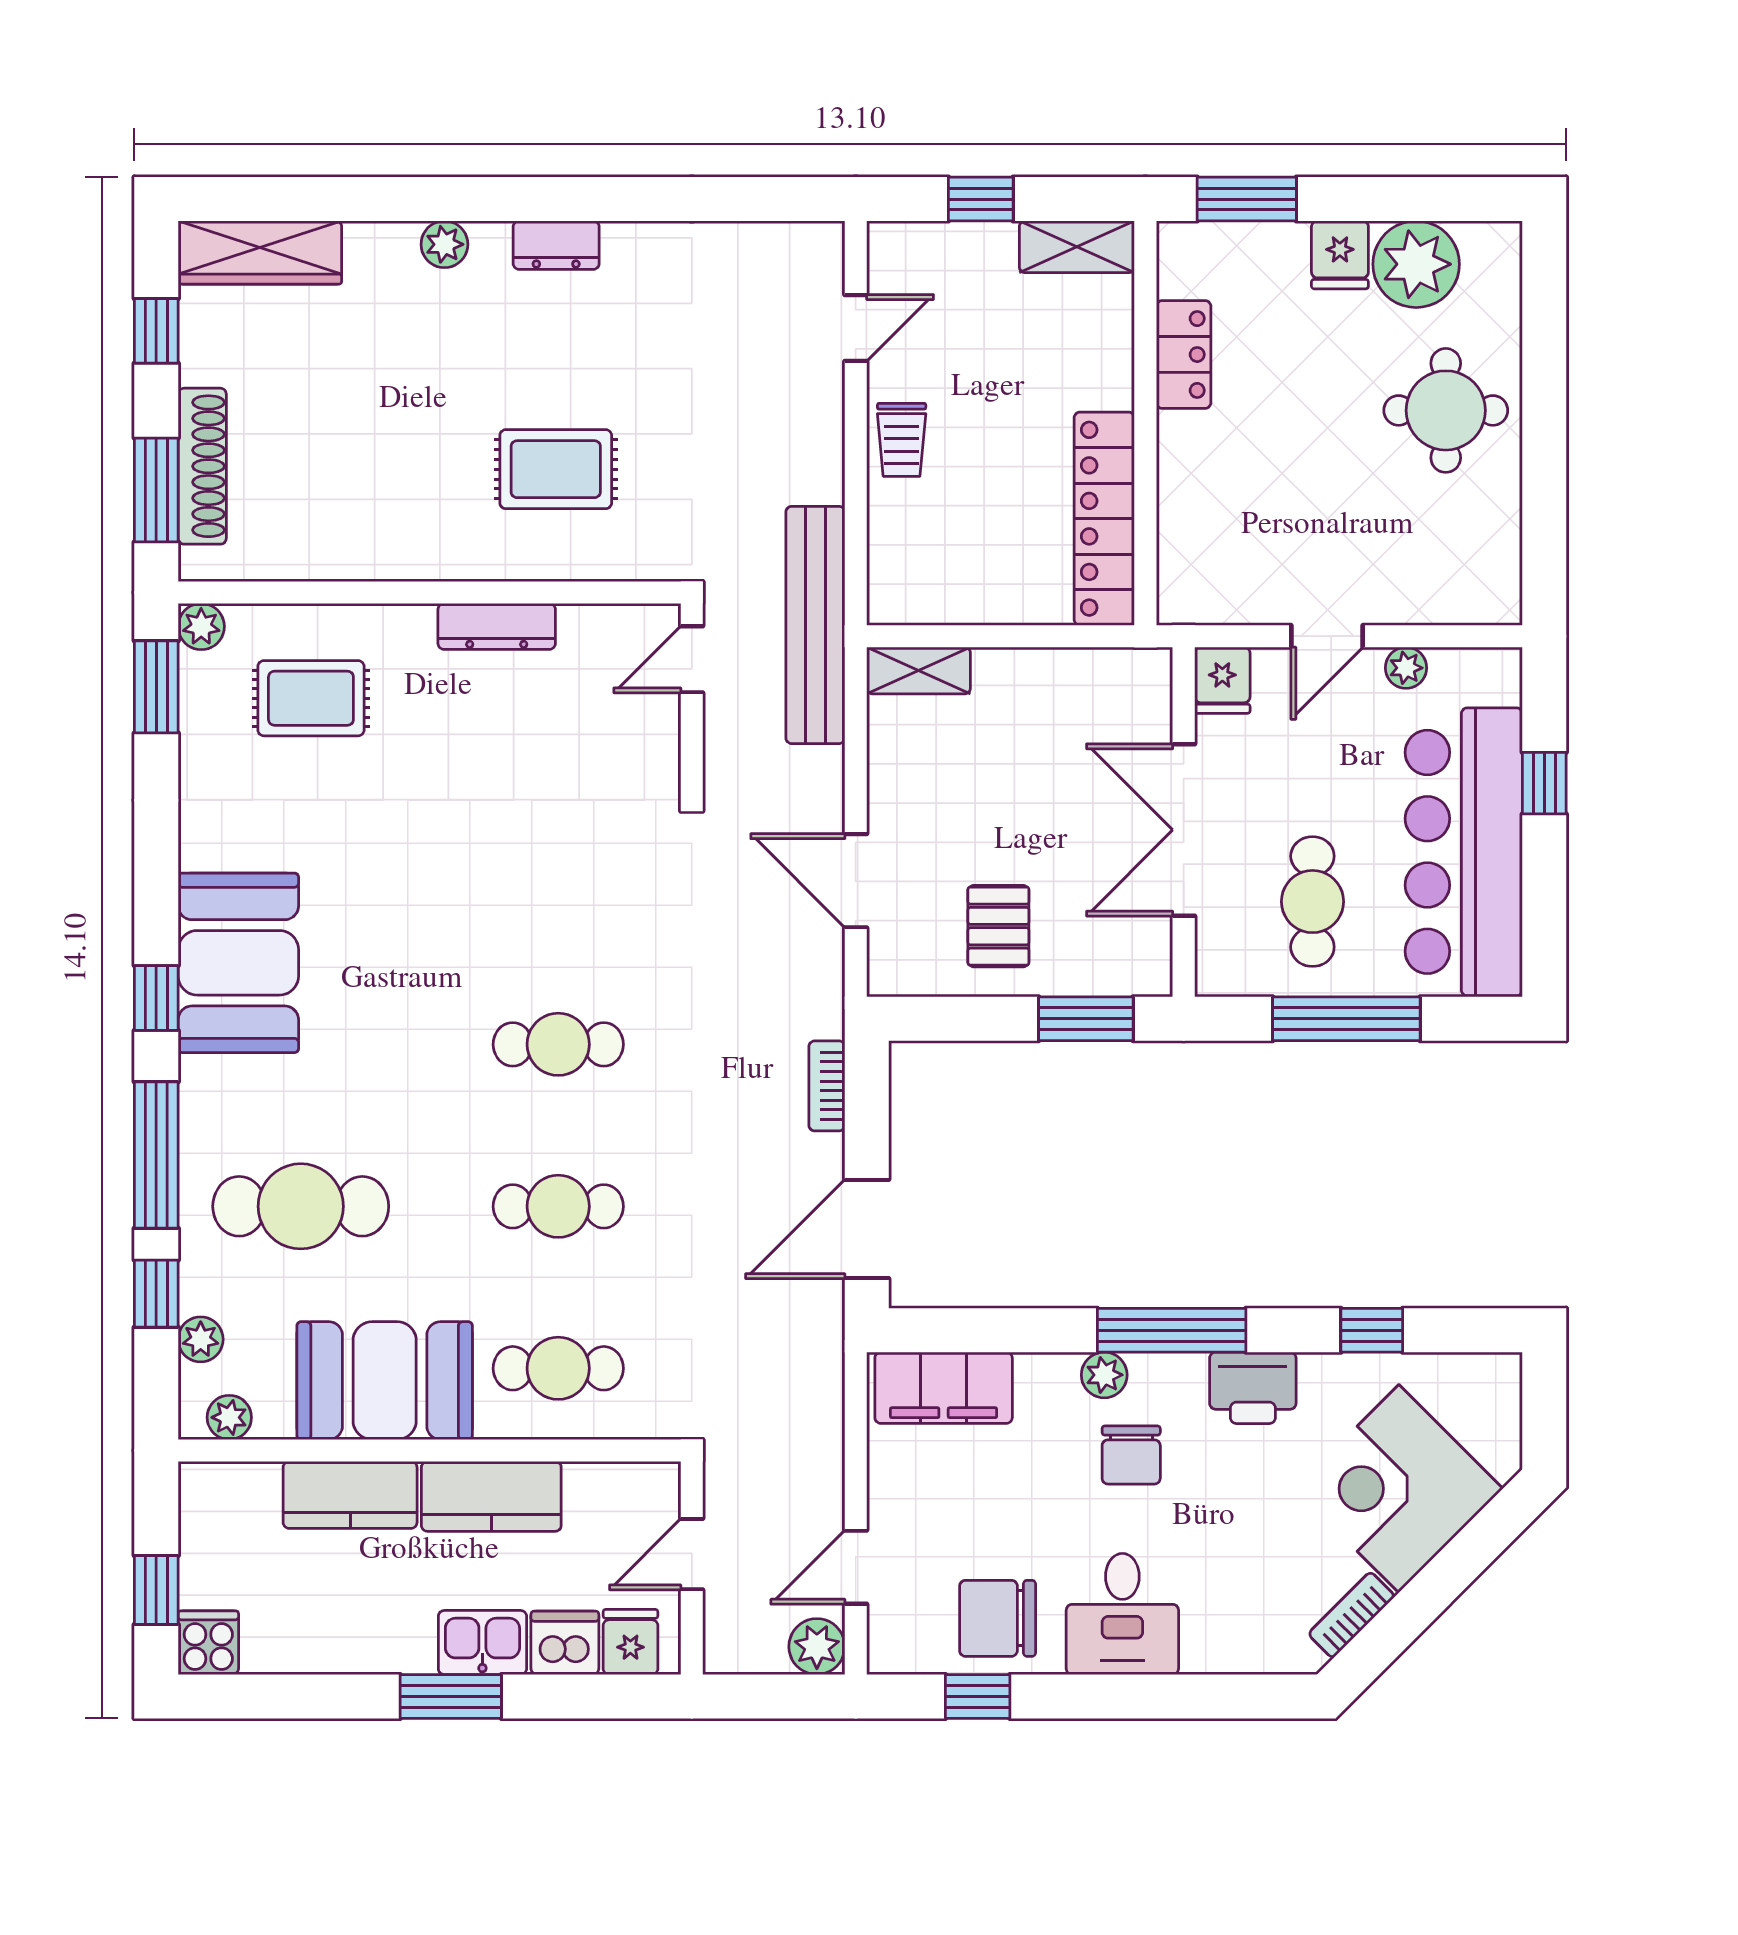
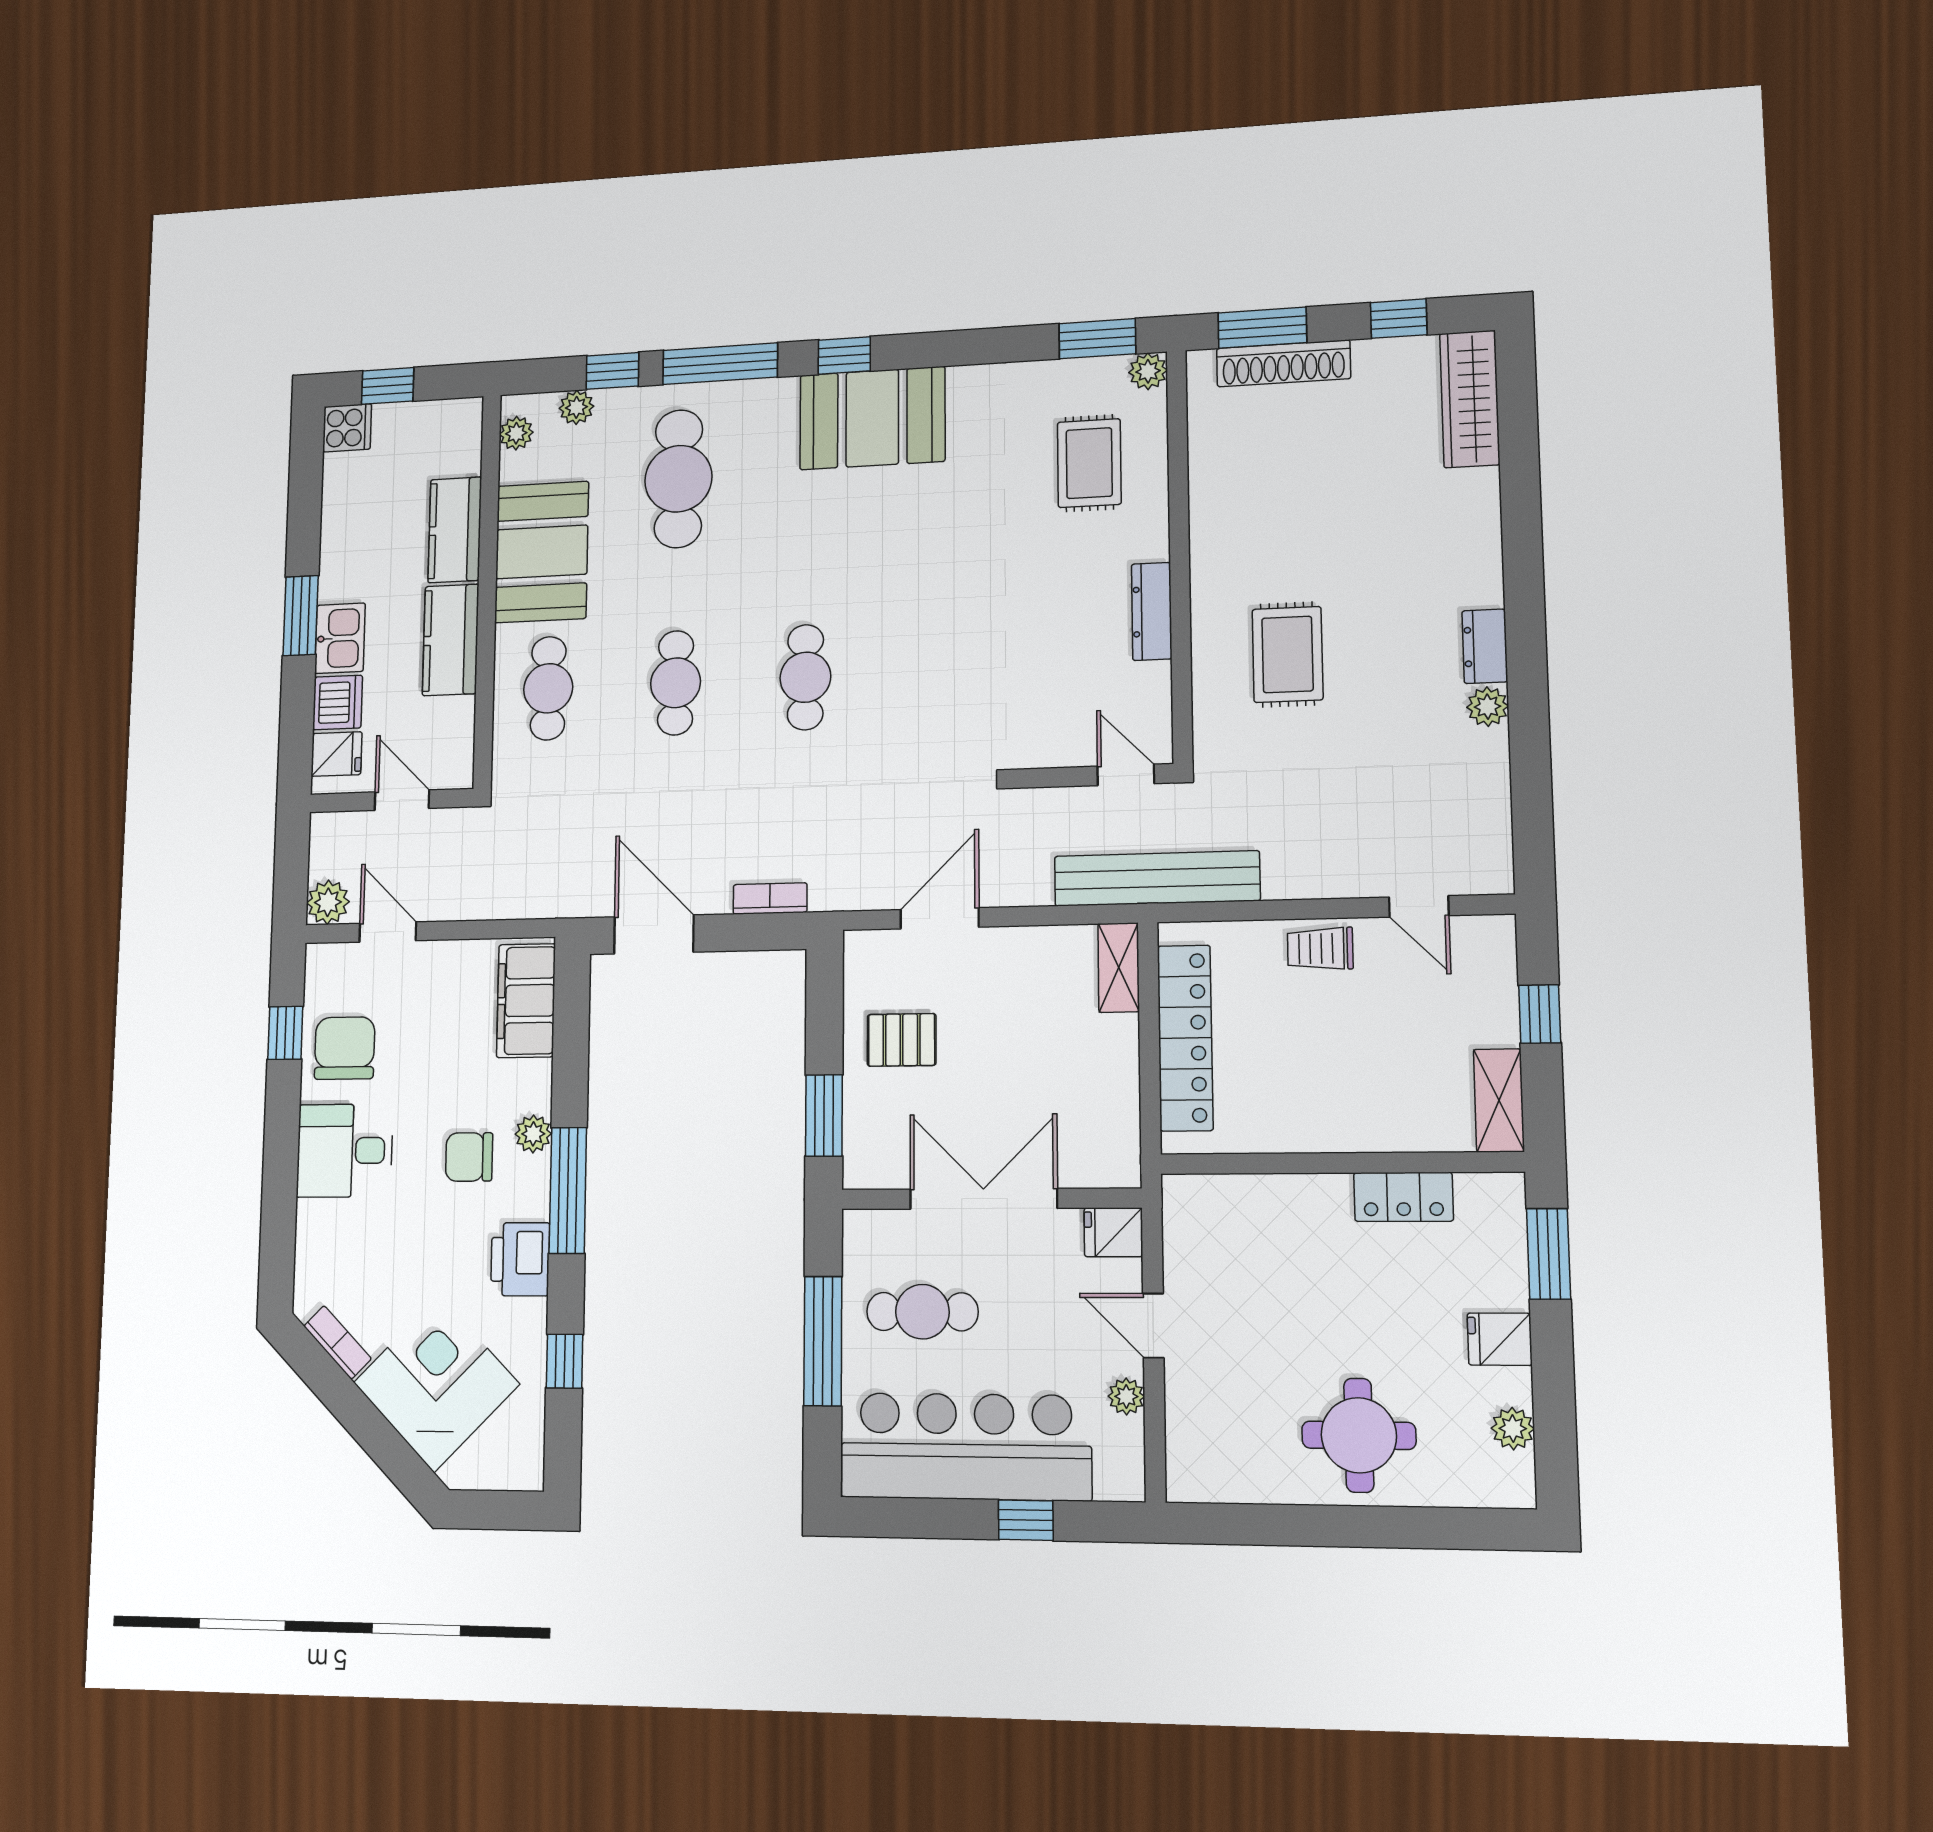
plant: (444, 244) -> (1488, 707), moved
plant: (1416, 264) -> (1513, 1428), width x0.53, depth x0.53
locker: (1104, 519) -> (1185, 1038), moved, turned 90

